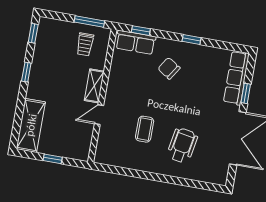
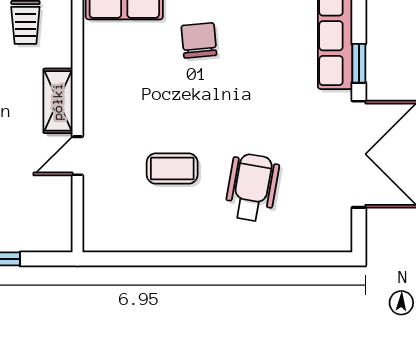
chair: (169, 68) -> (199, 40), turned 52
coffee table: (145, 129) -> (172, 169), turned 90

